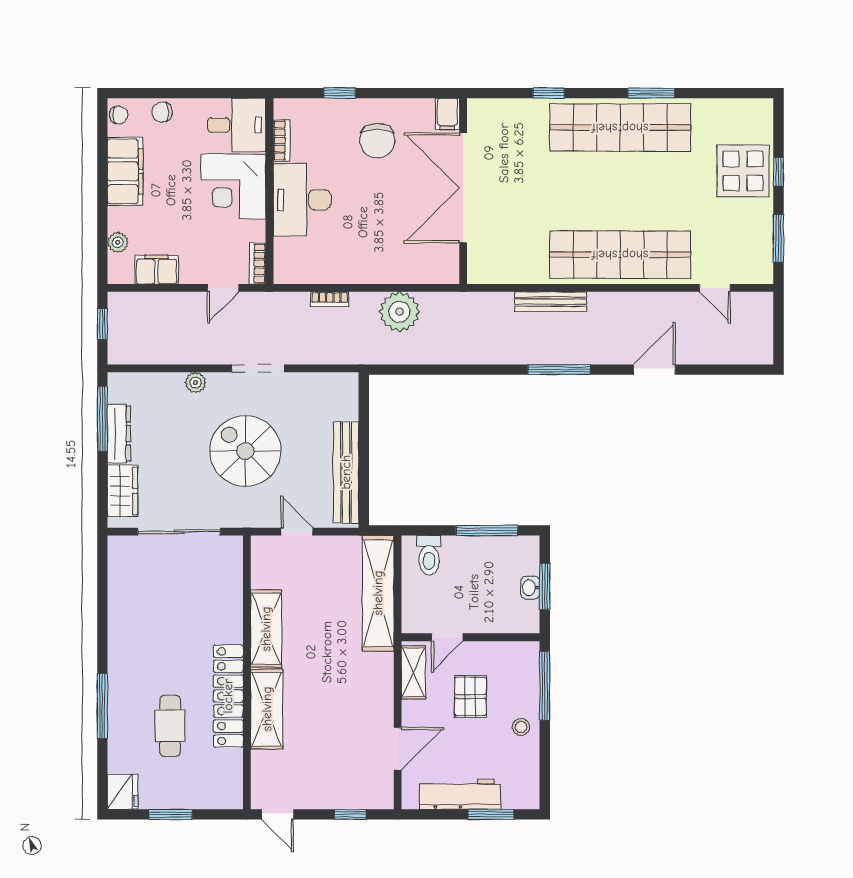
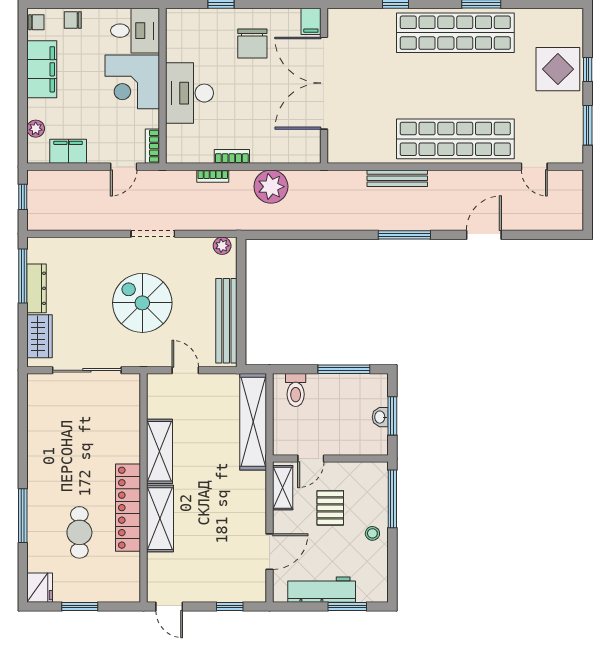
bookcase: (282, 140) -> (232, 156), moved, turned -90
plant: (195, 383) -> (222, 246), moved

